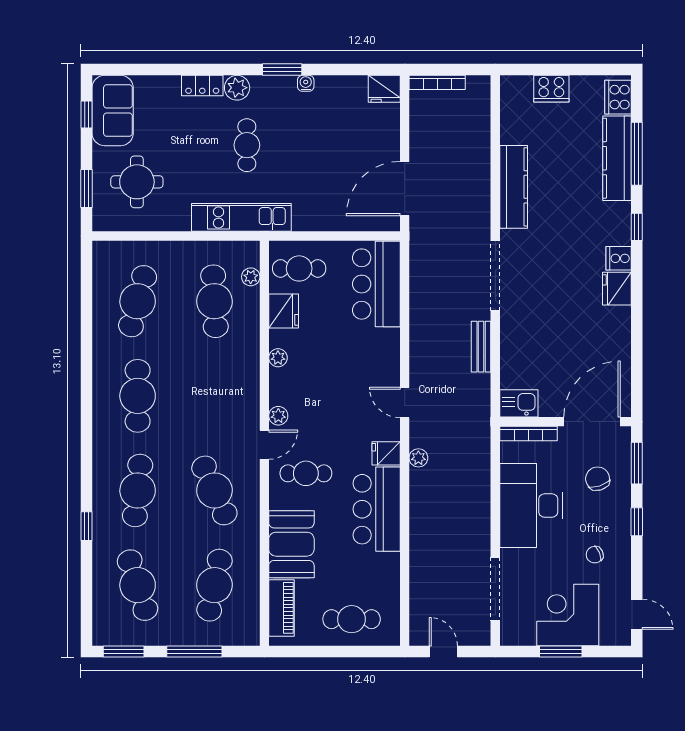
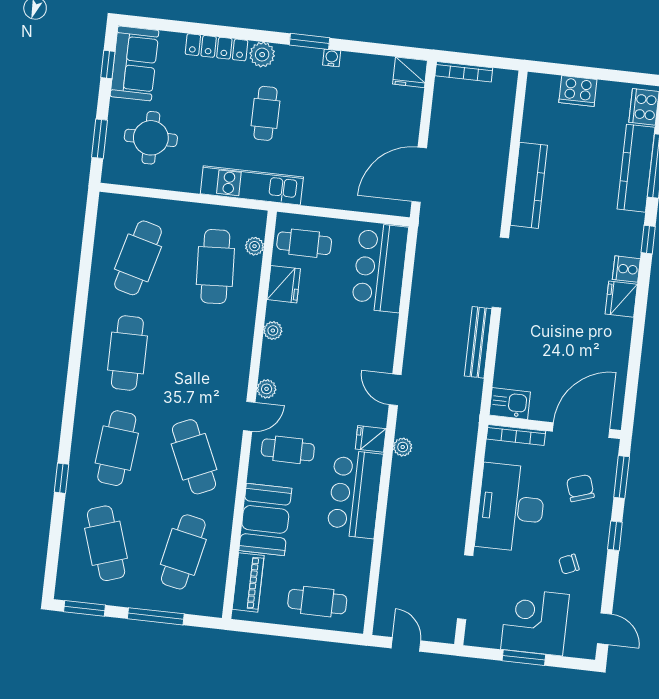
locker: (202, 86) -> (216, 47), width x1.53
bench: (481, 347) -> (478, 342), width x1.36

